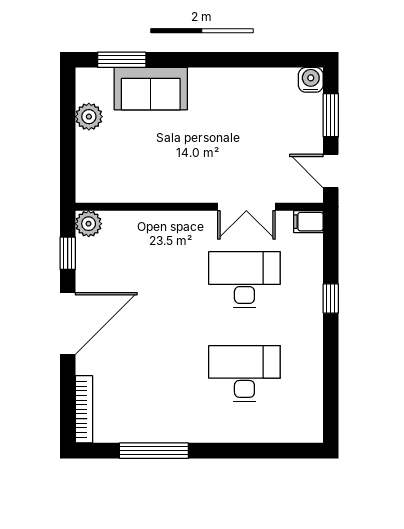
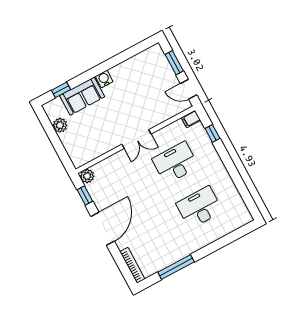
window: (122, 60) -> (61, 90), width x0.67
water cooler: (311, 80) -> (104, 79), moved
double door: (246, 207) -> (137, 139), moved
window: (331, 298) -> (212, 133), moved

